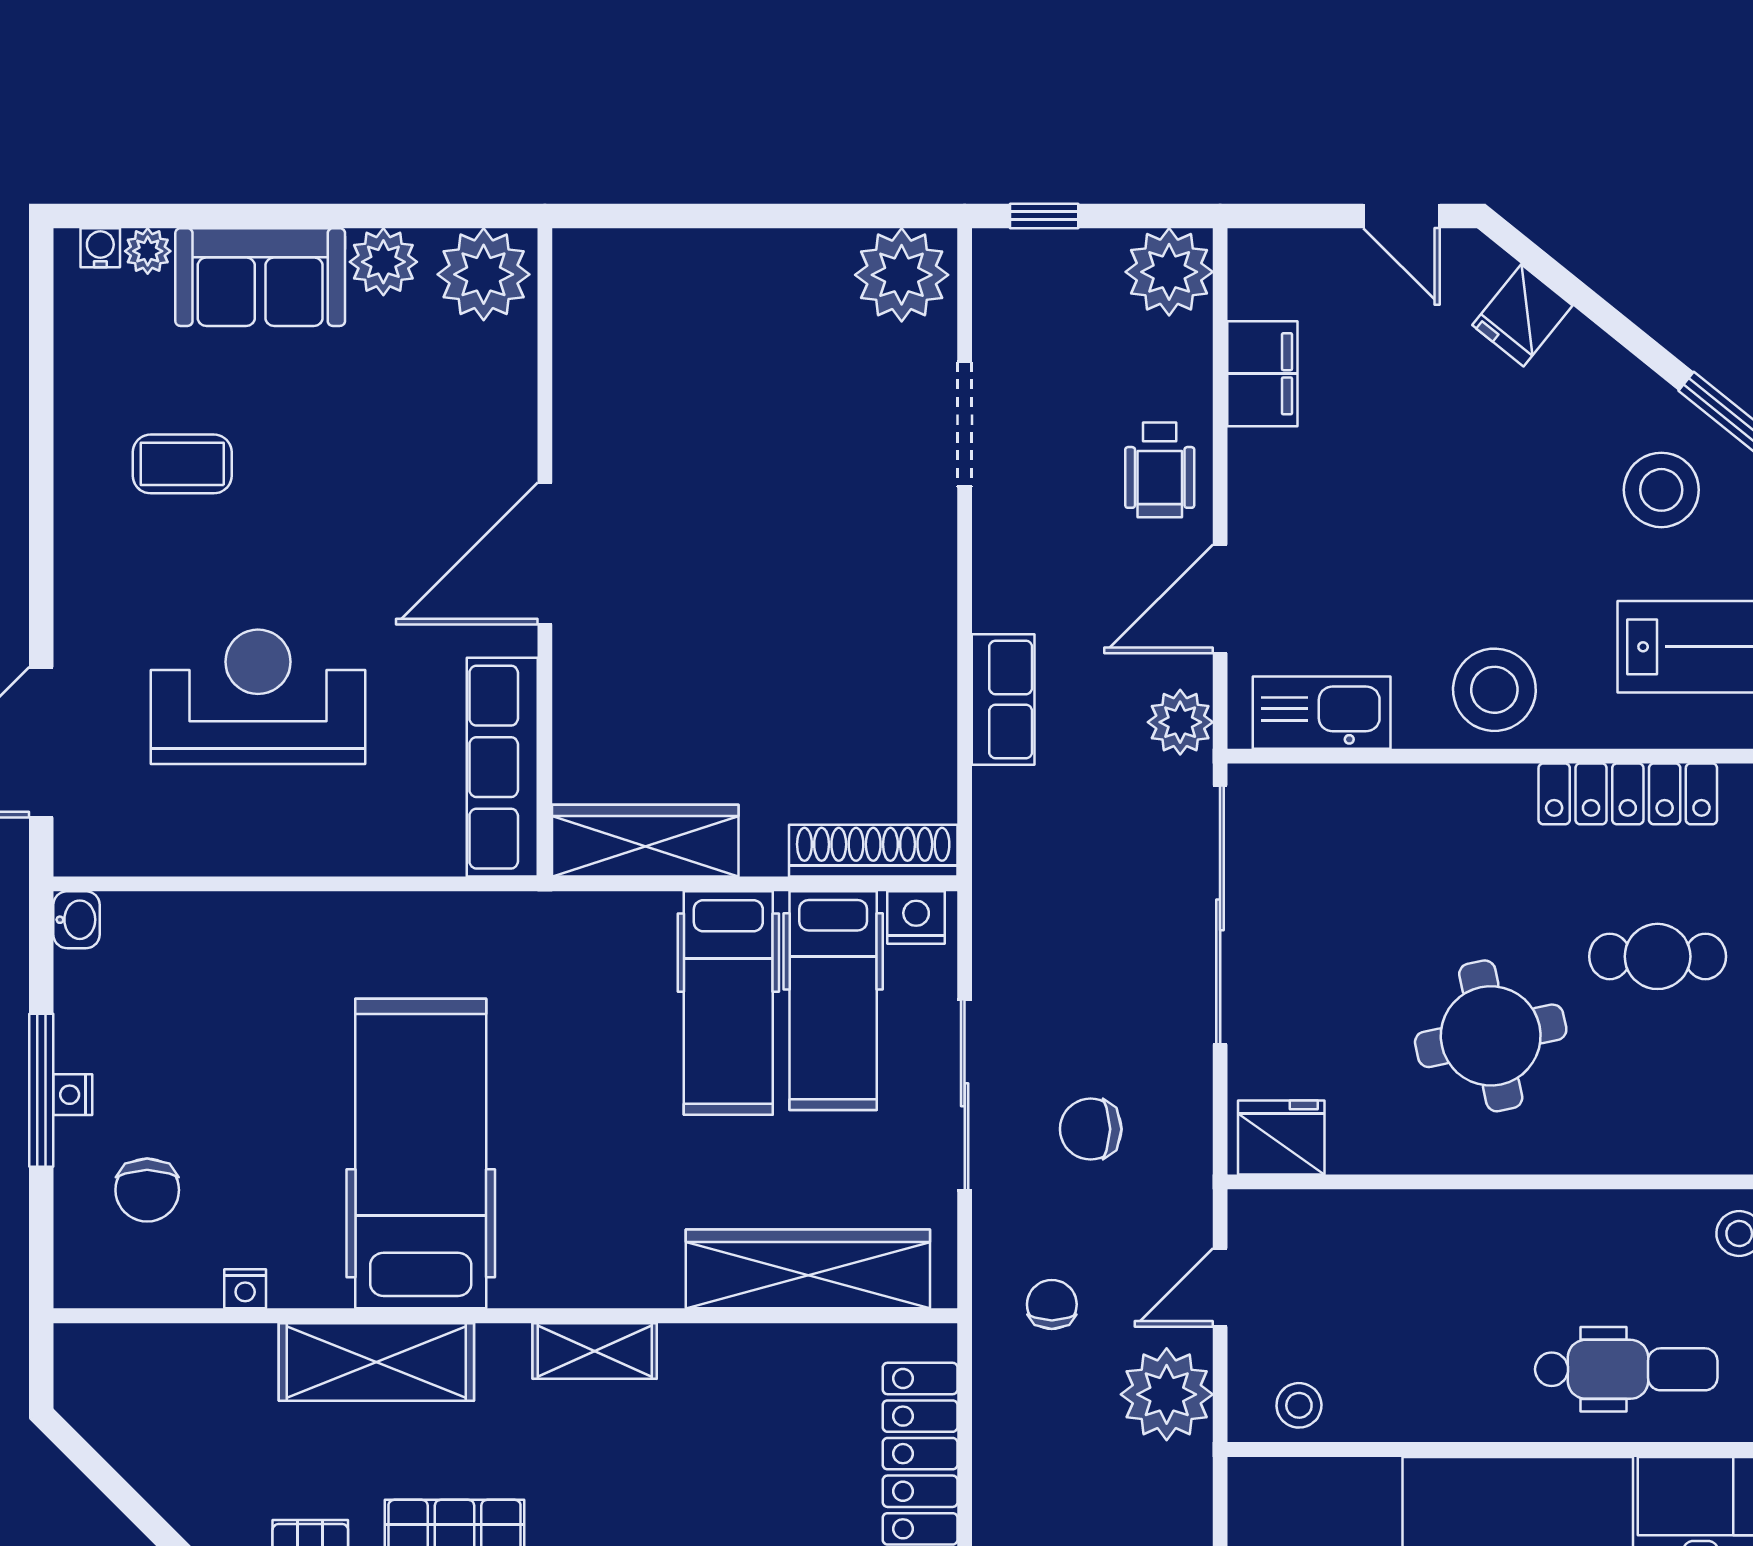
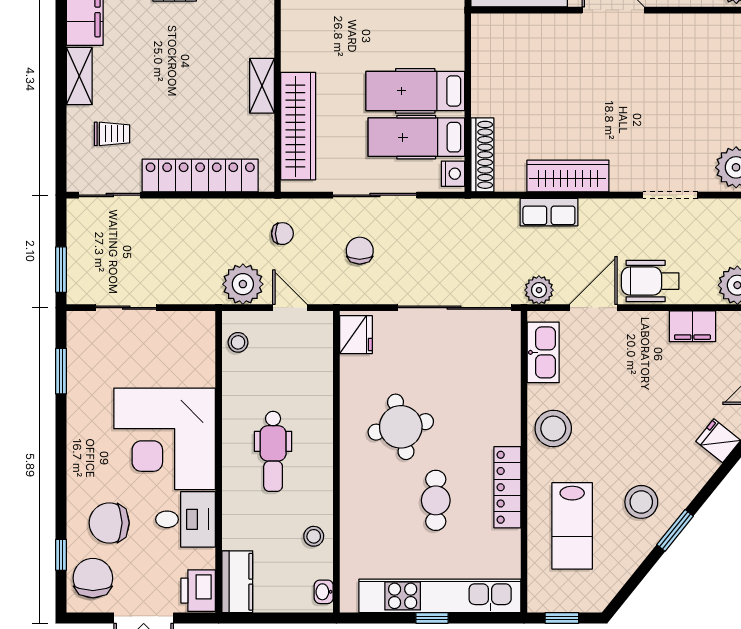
wheelchair: (1160, 470) -> (650, 281), width x1.36, depth x1.37
door: (1220, 599) -> (593, 308), hinge flipped
wardrobe: (645, 841) -> (568, 176), moved, turned -90
shelving: (595, 1351) -> (262, 86), moved
dental chair: (1626, 1369) -> (273, 451), moved

